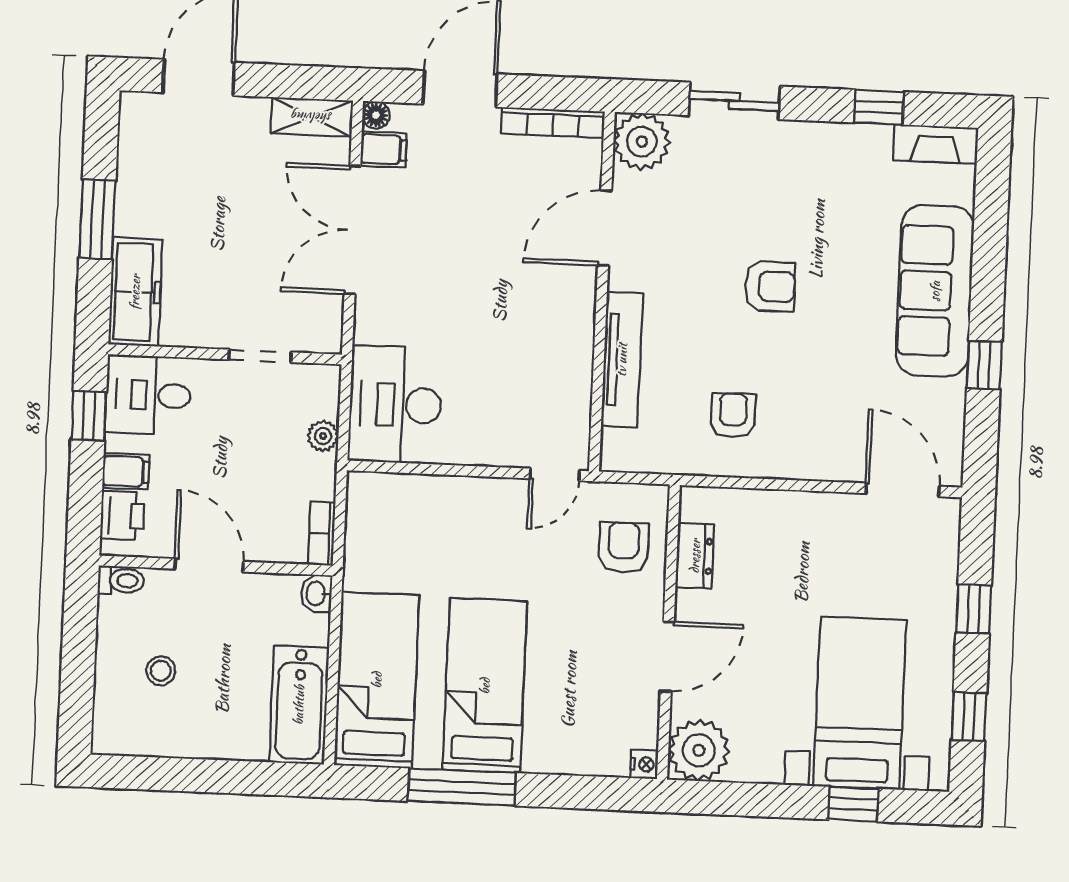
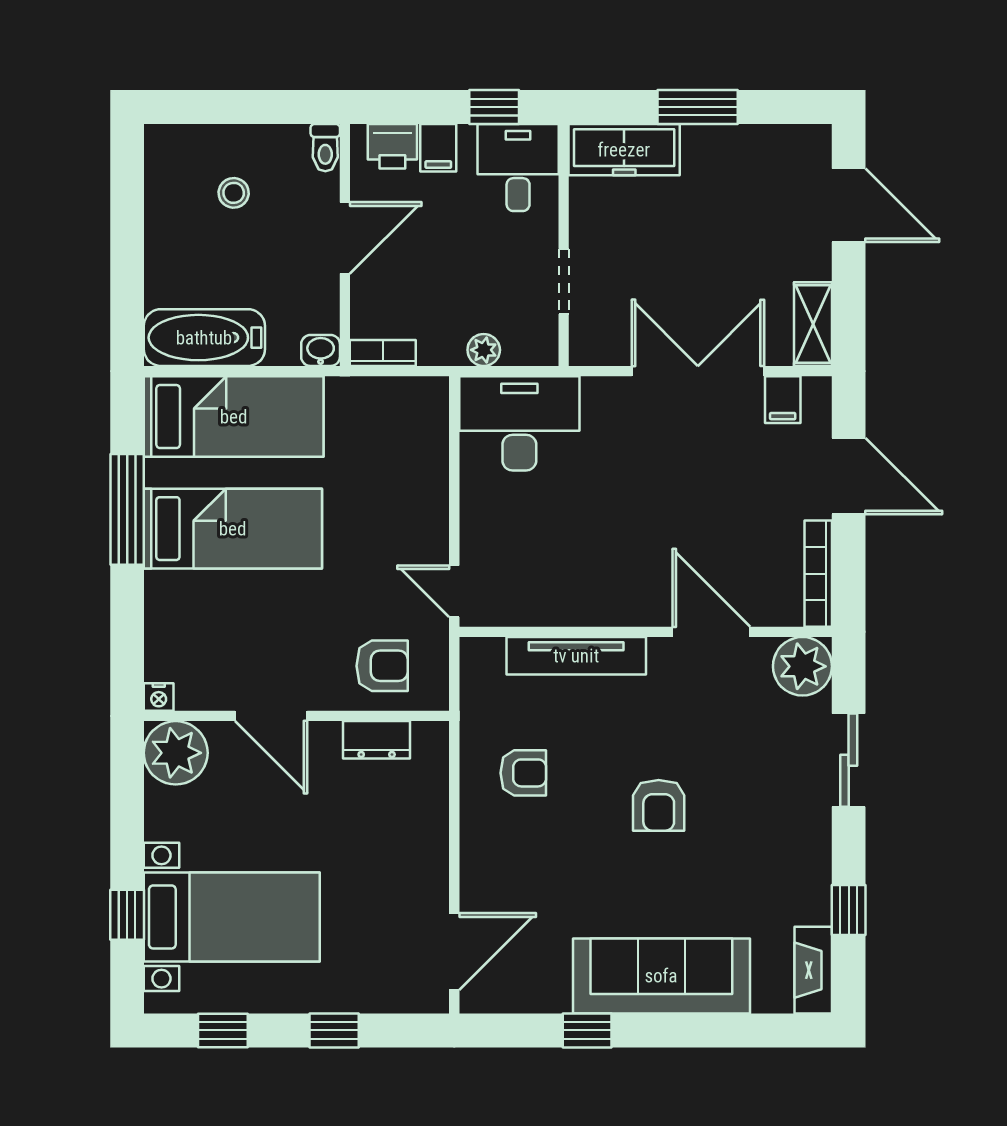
floor lamp: (376, 115) -> (818, 390), removed

